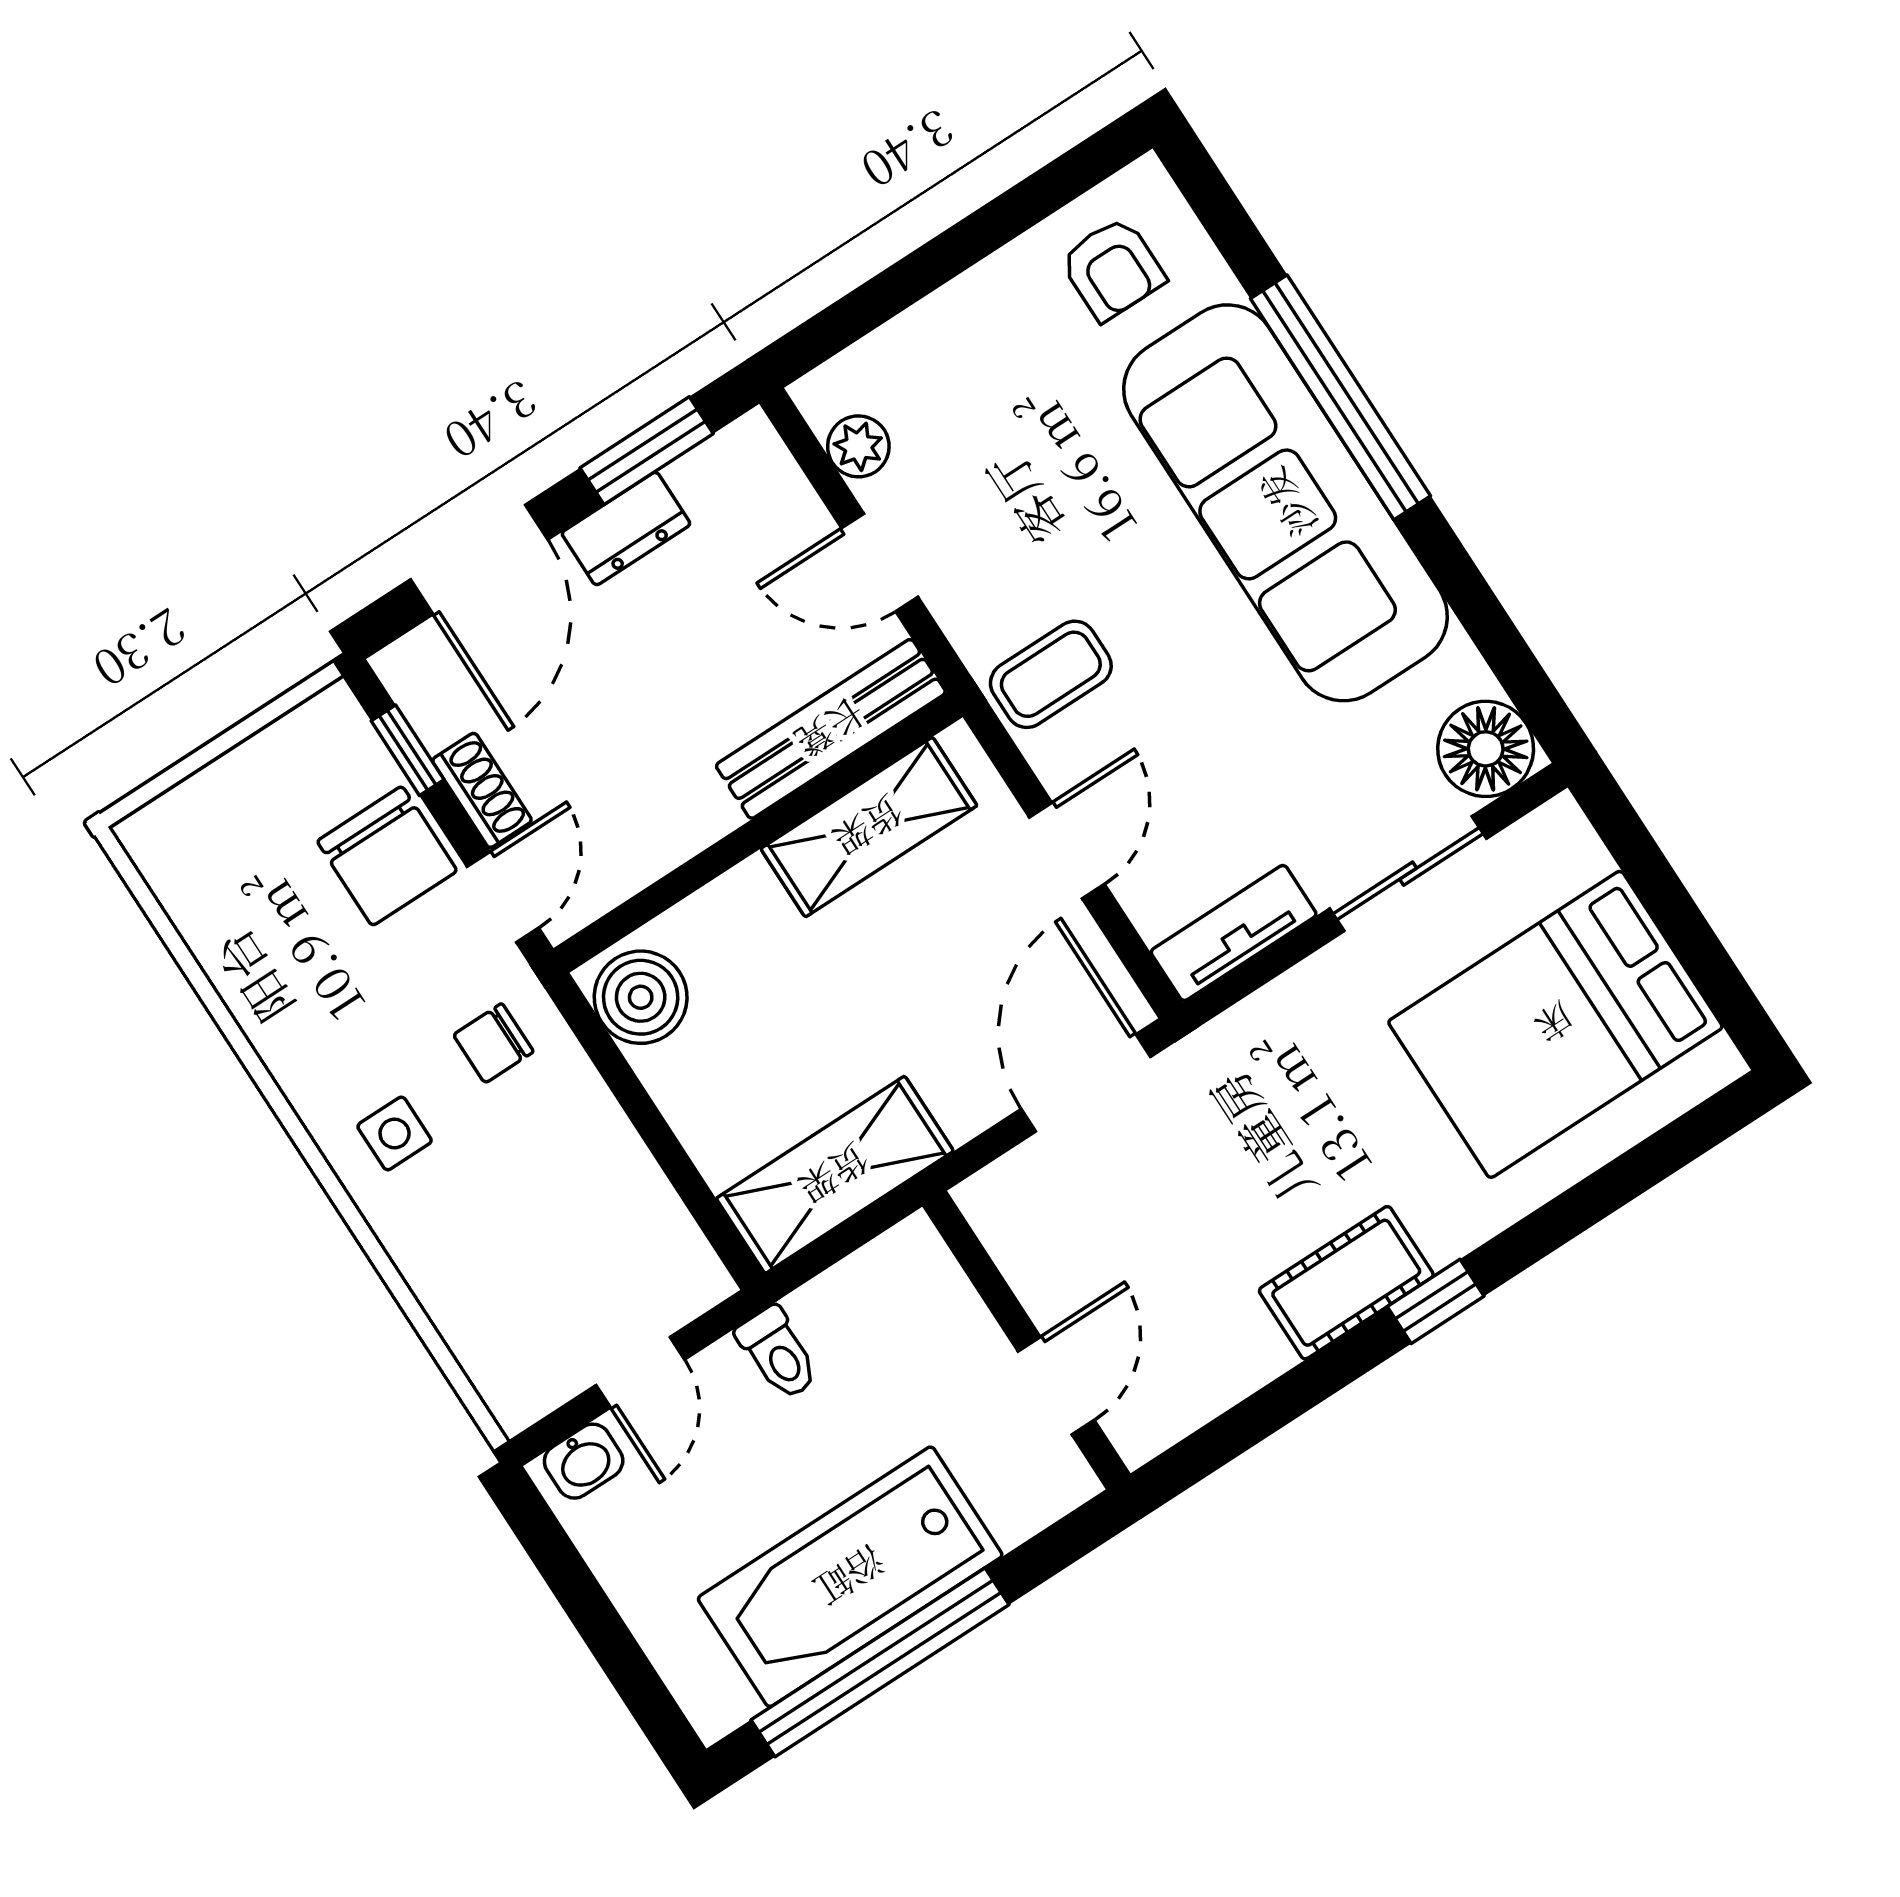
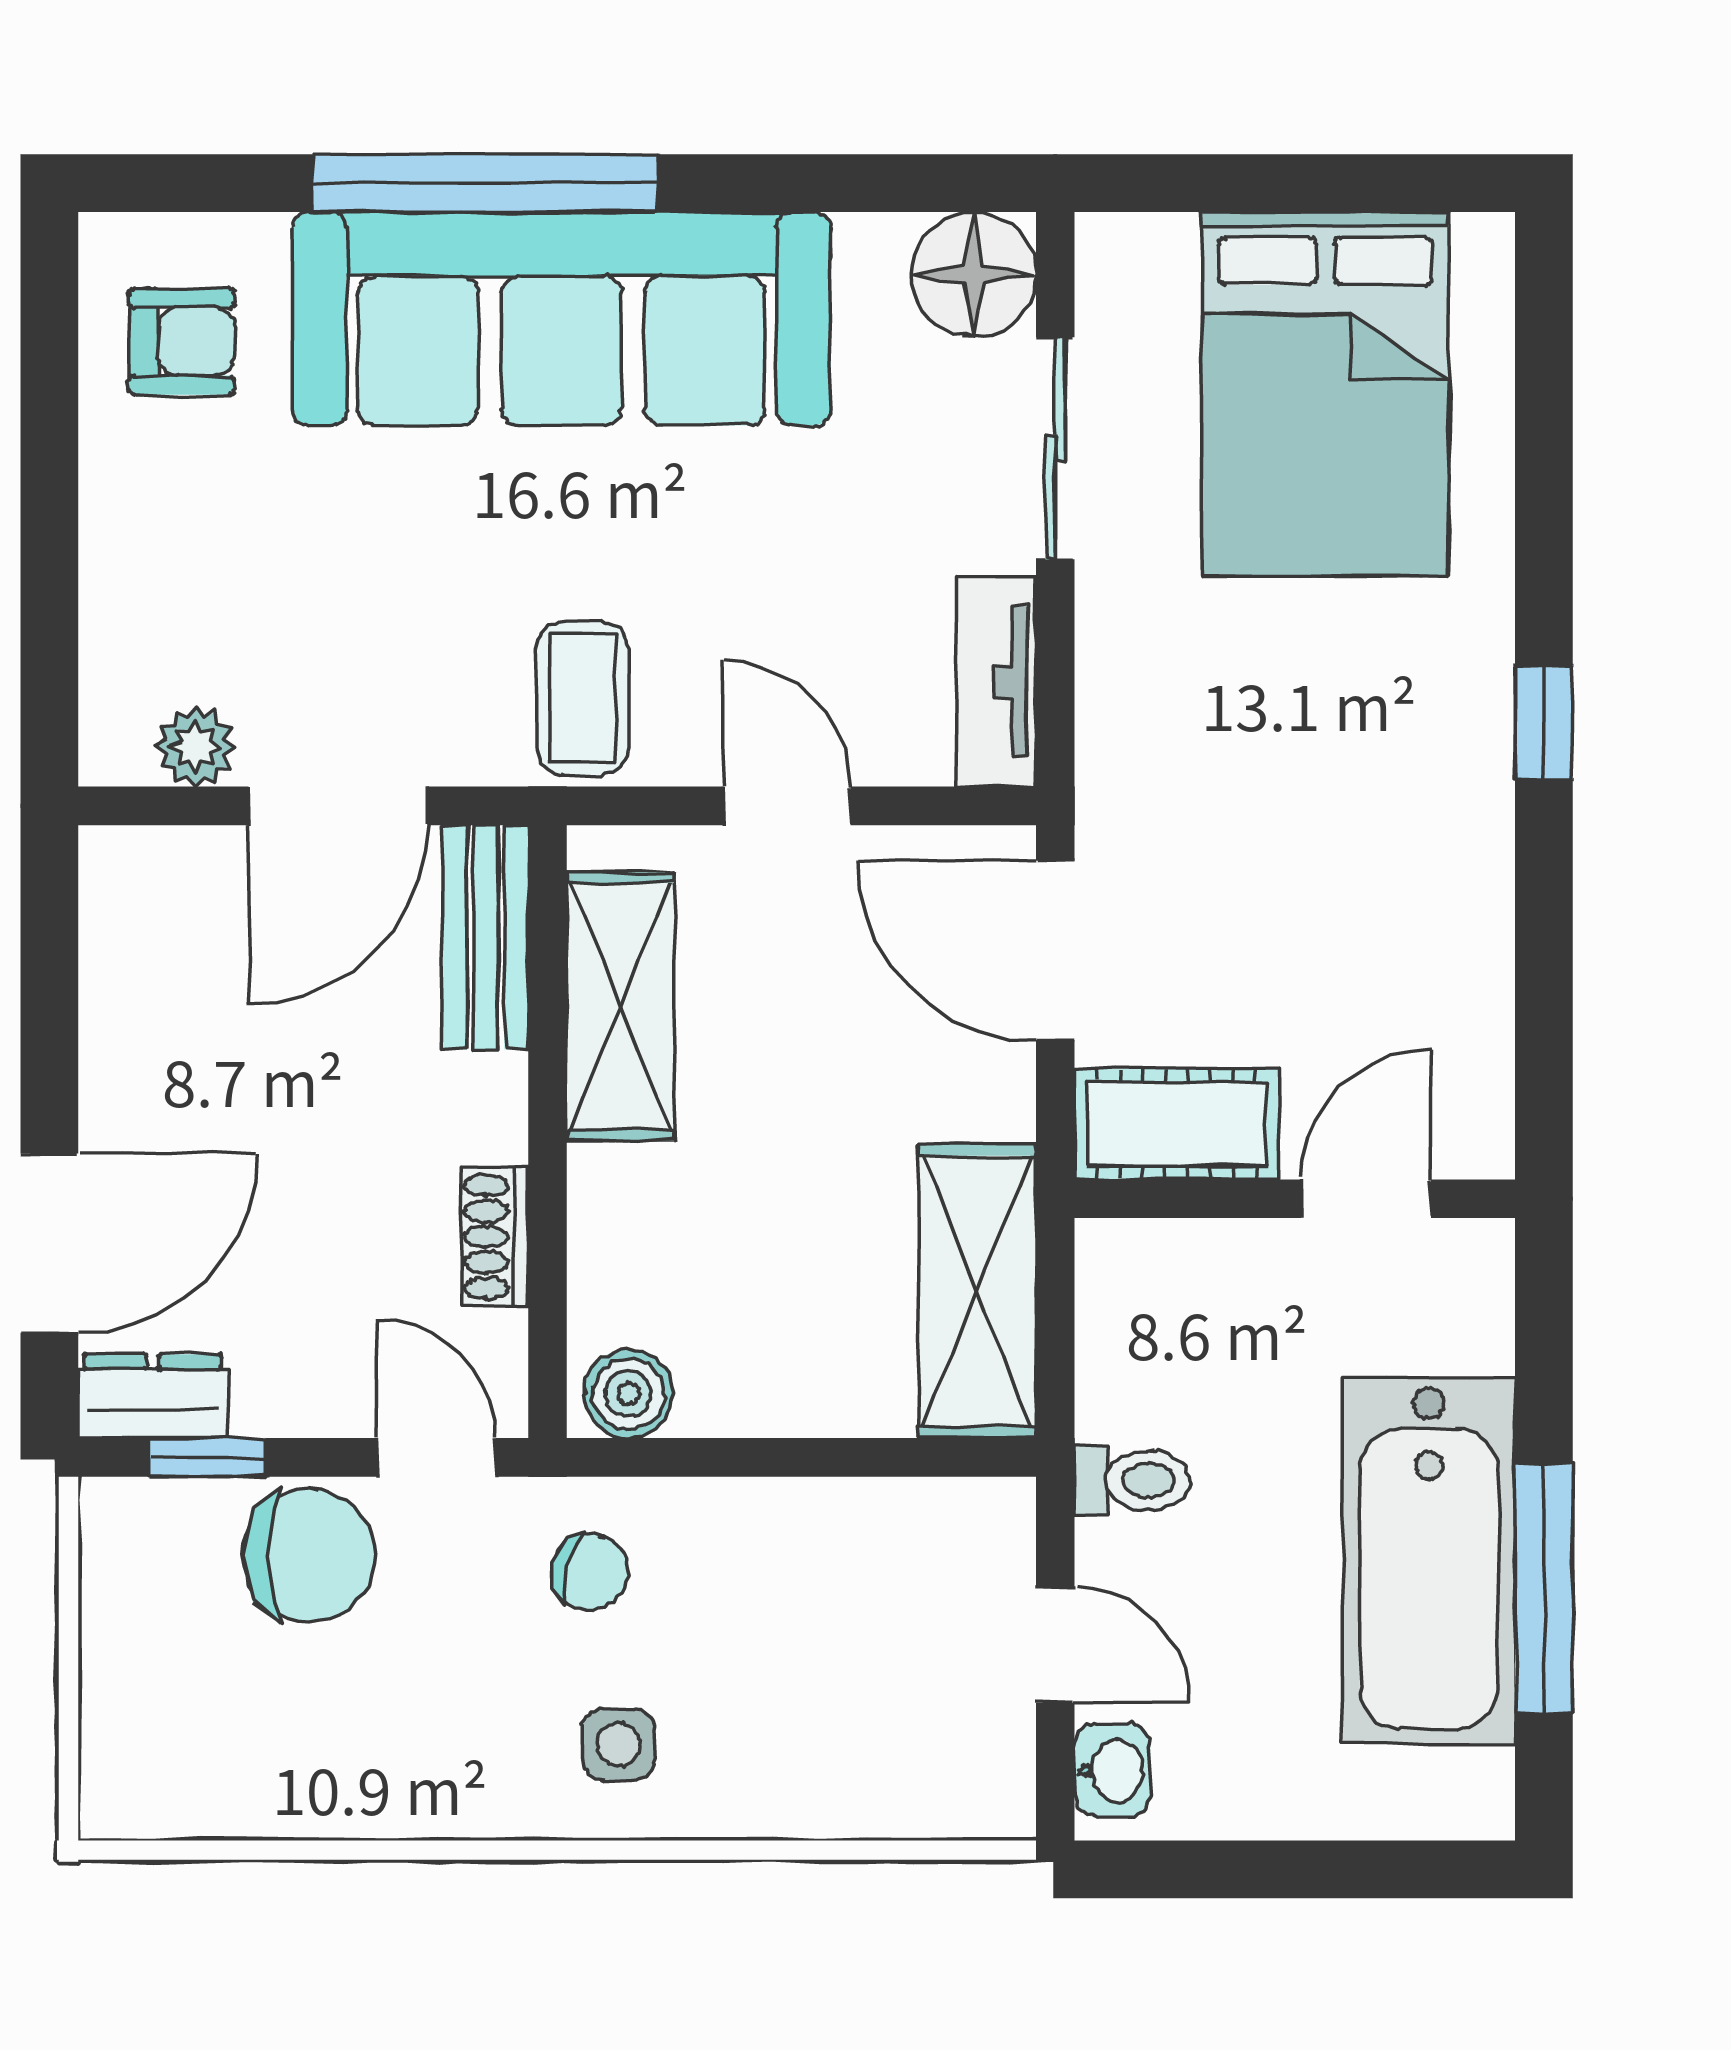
window: (647, 451) -> (49, 982), removed
dresser: (626, 529) -> (153, 1396), moved, turned -90
door: (479, 559) -> (49, 1243), hinge flipped
door: (880, 563) -> (338, 806), width x1.38
bench: (831, 729) -> (486, 937), width x0.73
shoe rack: (482, 790) -> (494, 1237), moved, turned -90
boiler: (641, 997) -> (628, 1394), width x0.73, depth x0.73
chair: (493, 1043) -> (590, 1572), turned -75
cot: (1346, 1283) -> (1176, 1124), moved, turned 90
door: (1056, 1386) -> (1366, 1199), hinge flipped
window: (880, 1662) -> (1544, 1589), width x0.68

